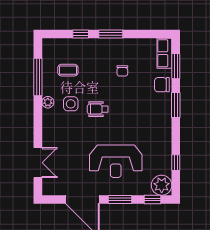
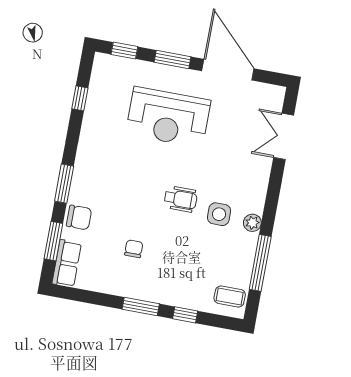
coffee table: (68, 70) -> (230, 296), moved
reception desk: (116, 161) -> (168, 117), turned 180
plant: (162, 185) -> (107, 69), removed

